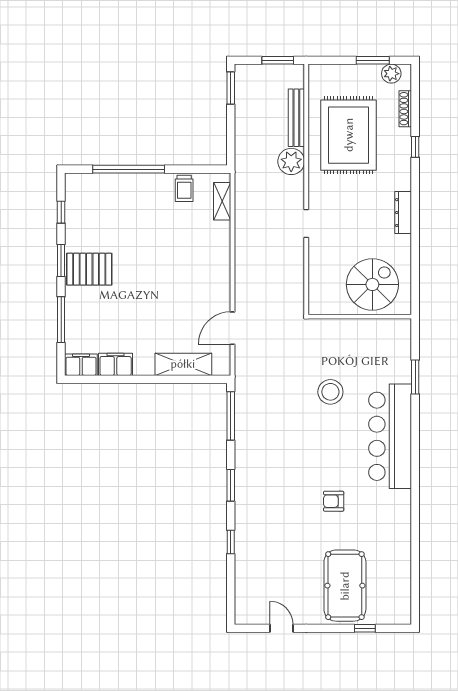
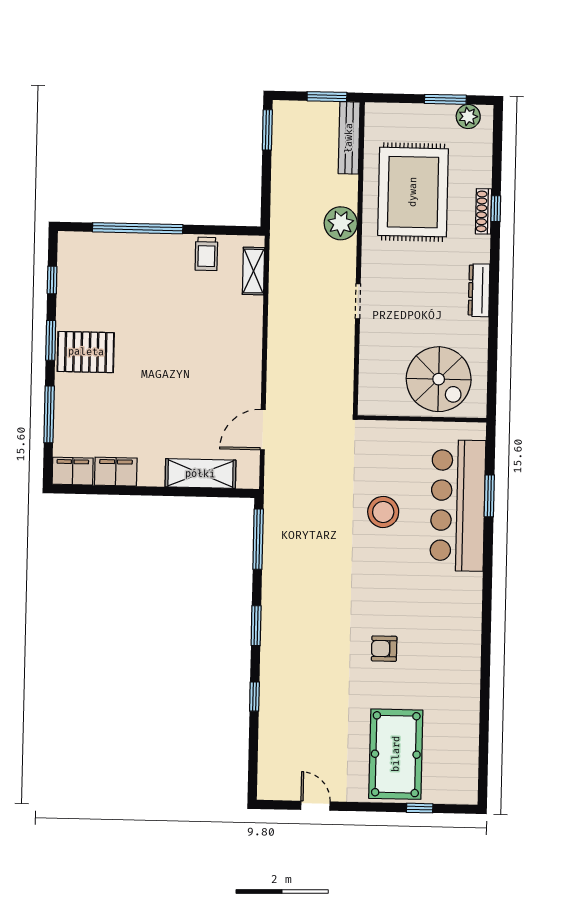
shoe rack: (405, 109) -> (483, 211), moved
bench: (296, 118) -> (349, 138), moved
spiral stairs: (372, 284) -> (439, 379), turned 90
bar counter: (390, 436) -> (458, 505), moved

